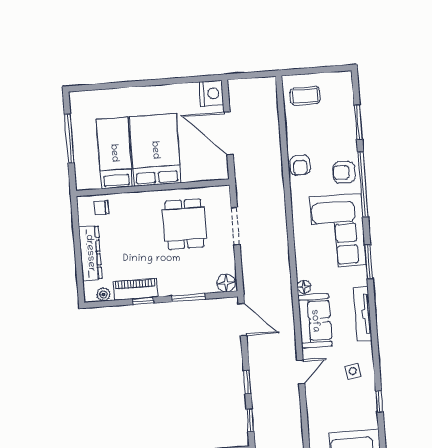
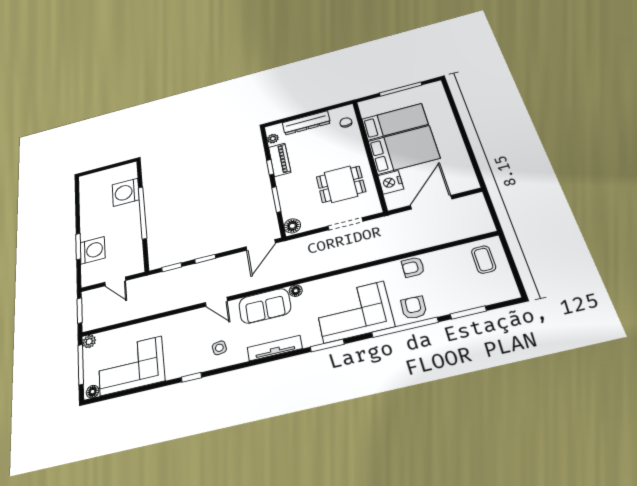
nightstand: (211, 93) -> (391, 182), moved, turned 90

